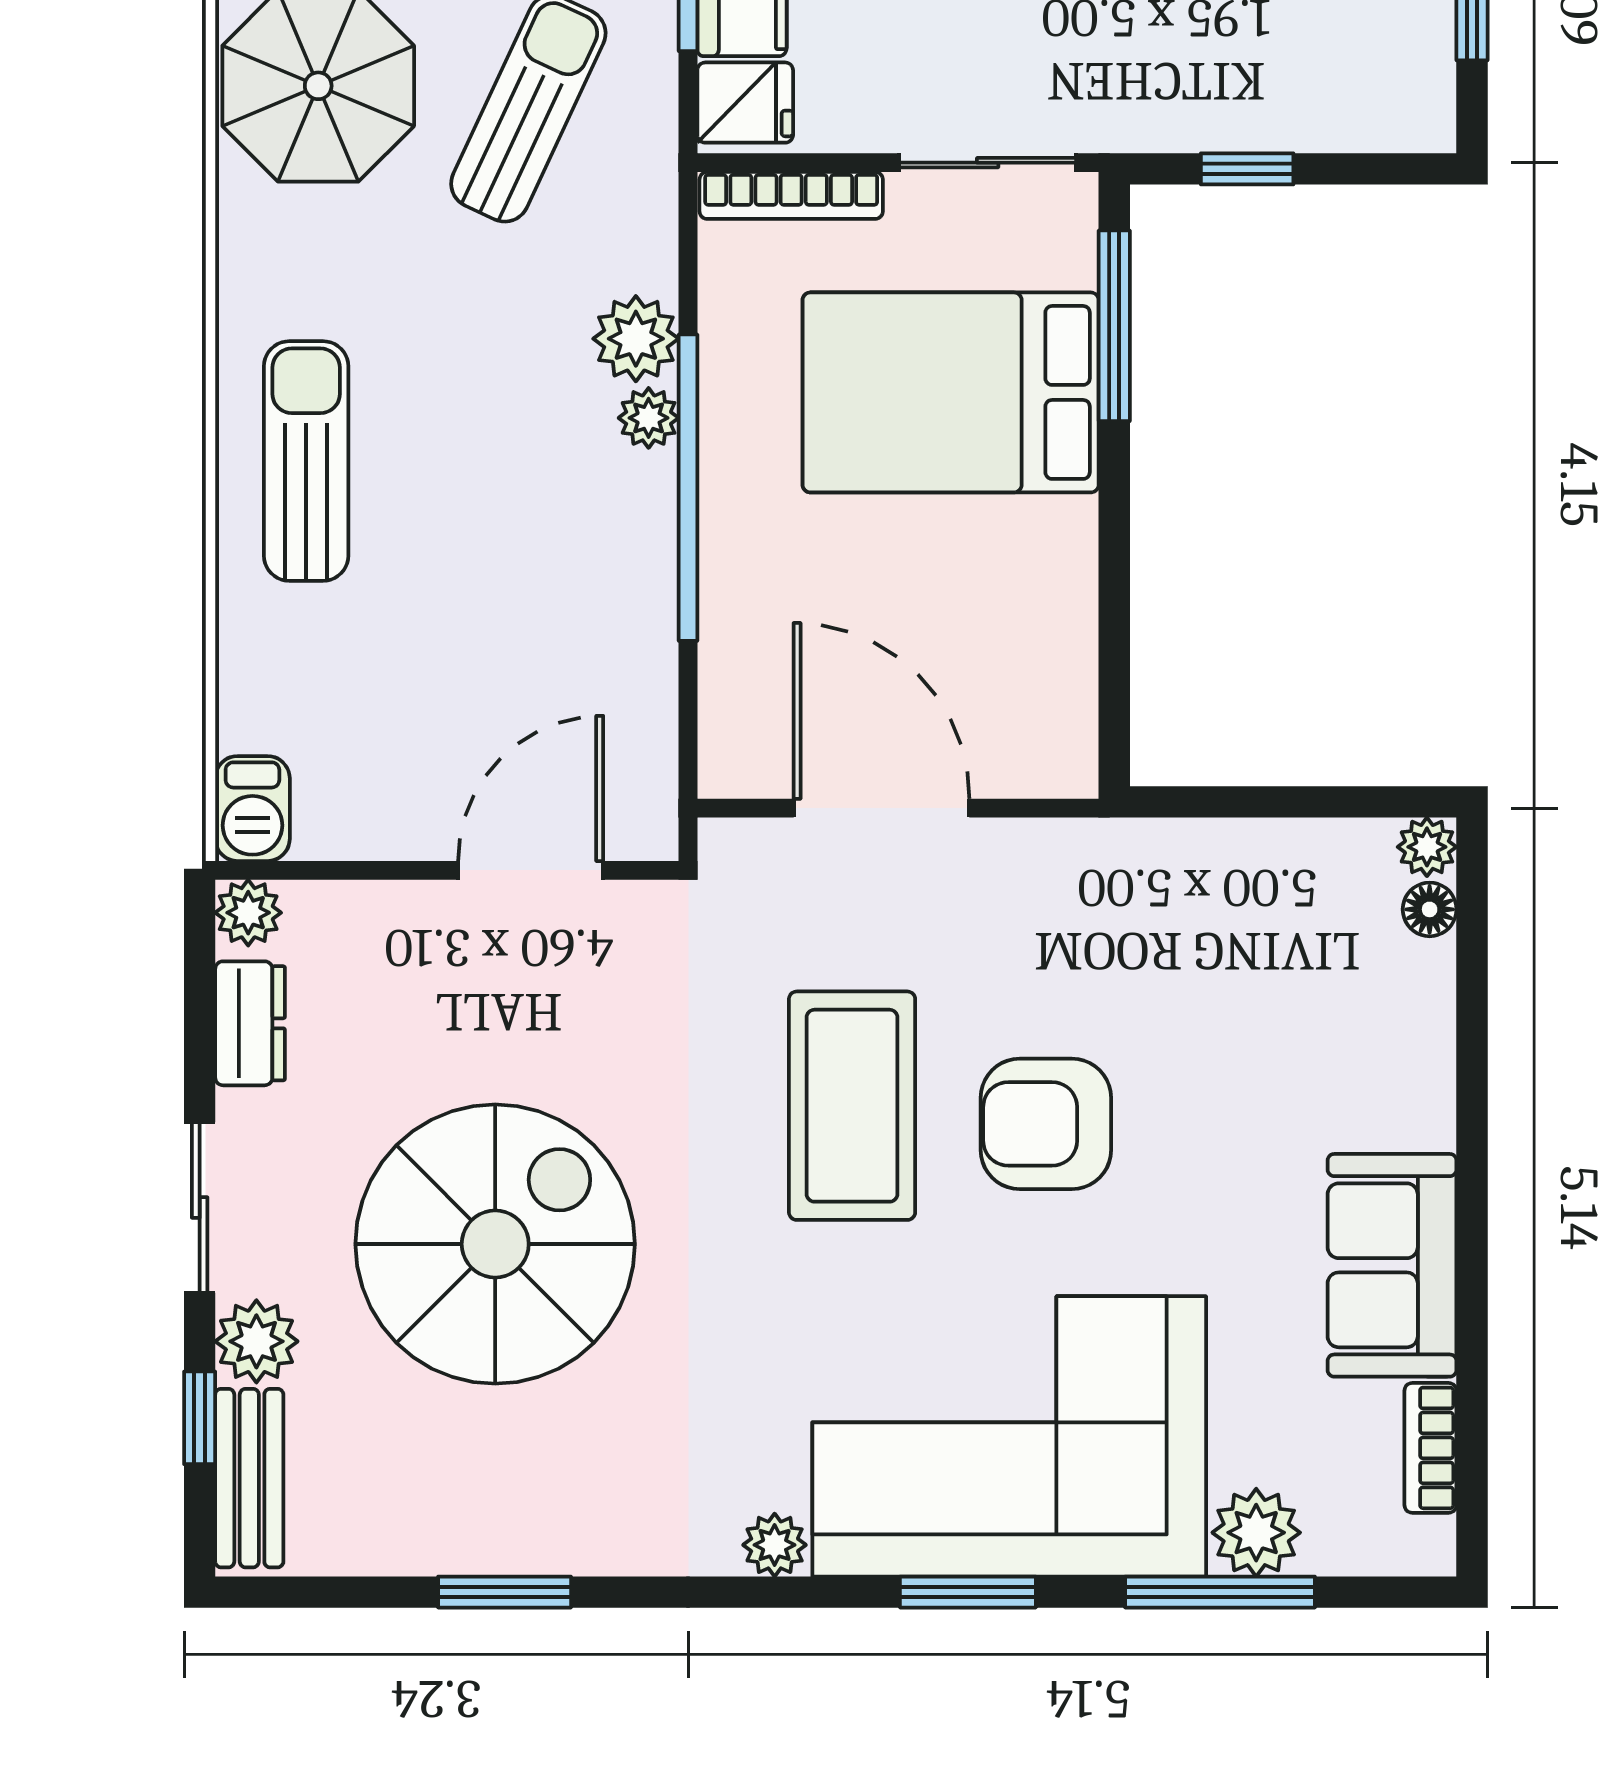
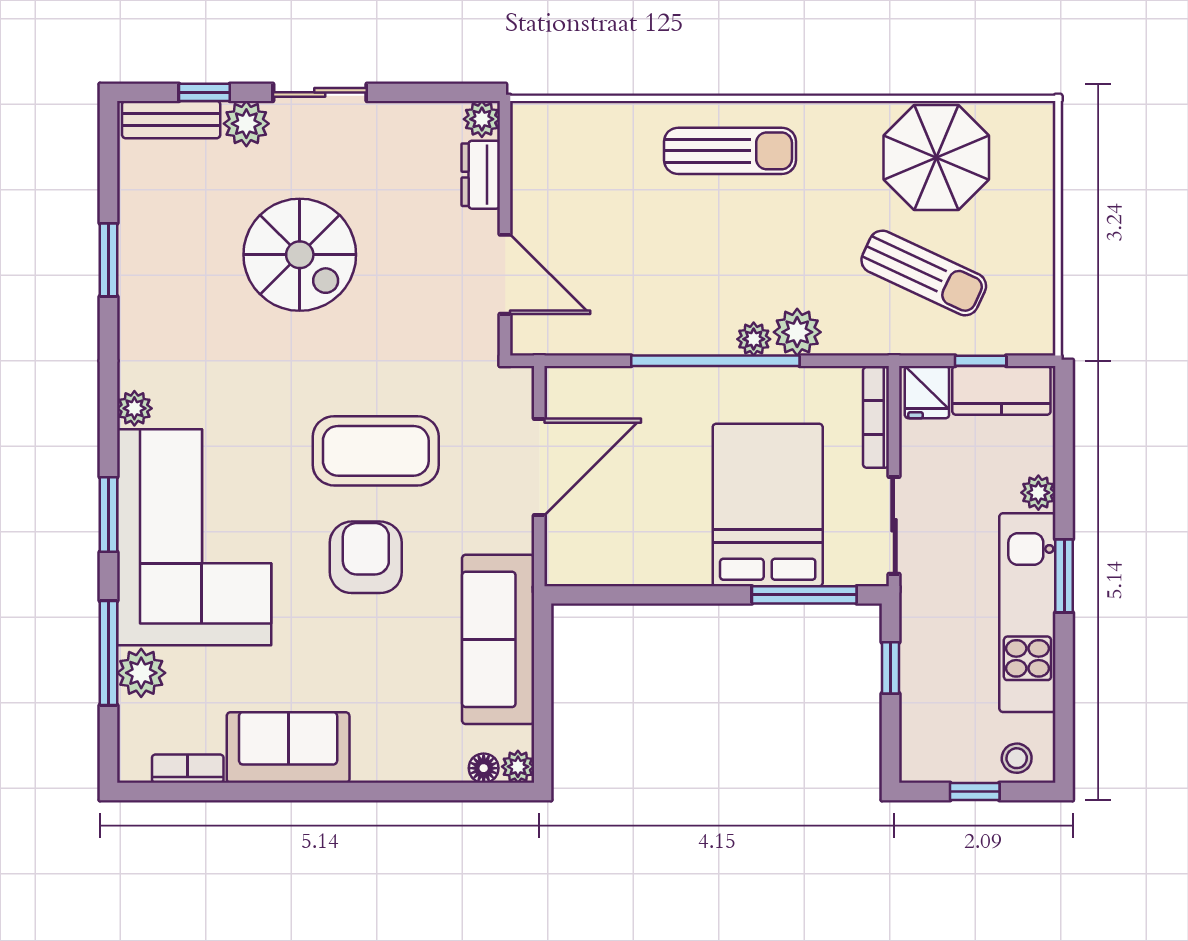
barbecue: (252, 809) -> (539, 121), removed
sofa: (1195, 883) -> (498, 639), added
dresser: (250, 1023) -> (481, 175), moved, turned 90
spiral stairs: (495, 1244) -> (300, 255), width x0.73, depth x0.73

